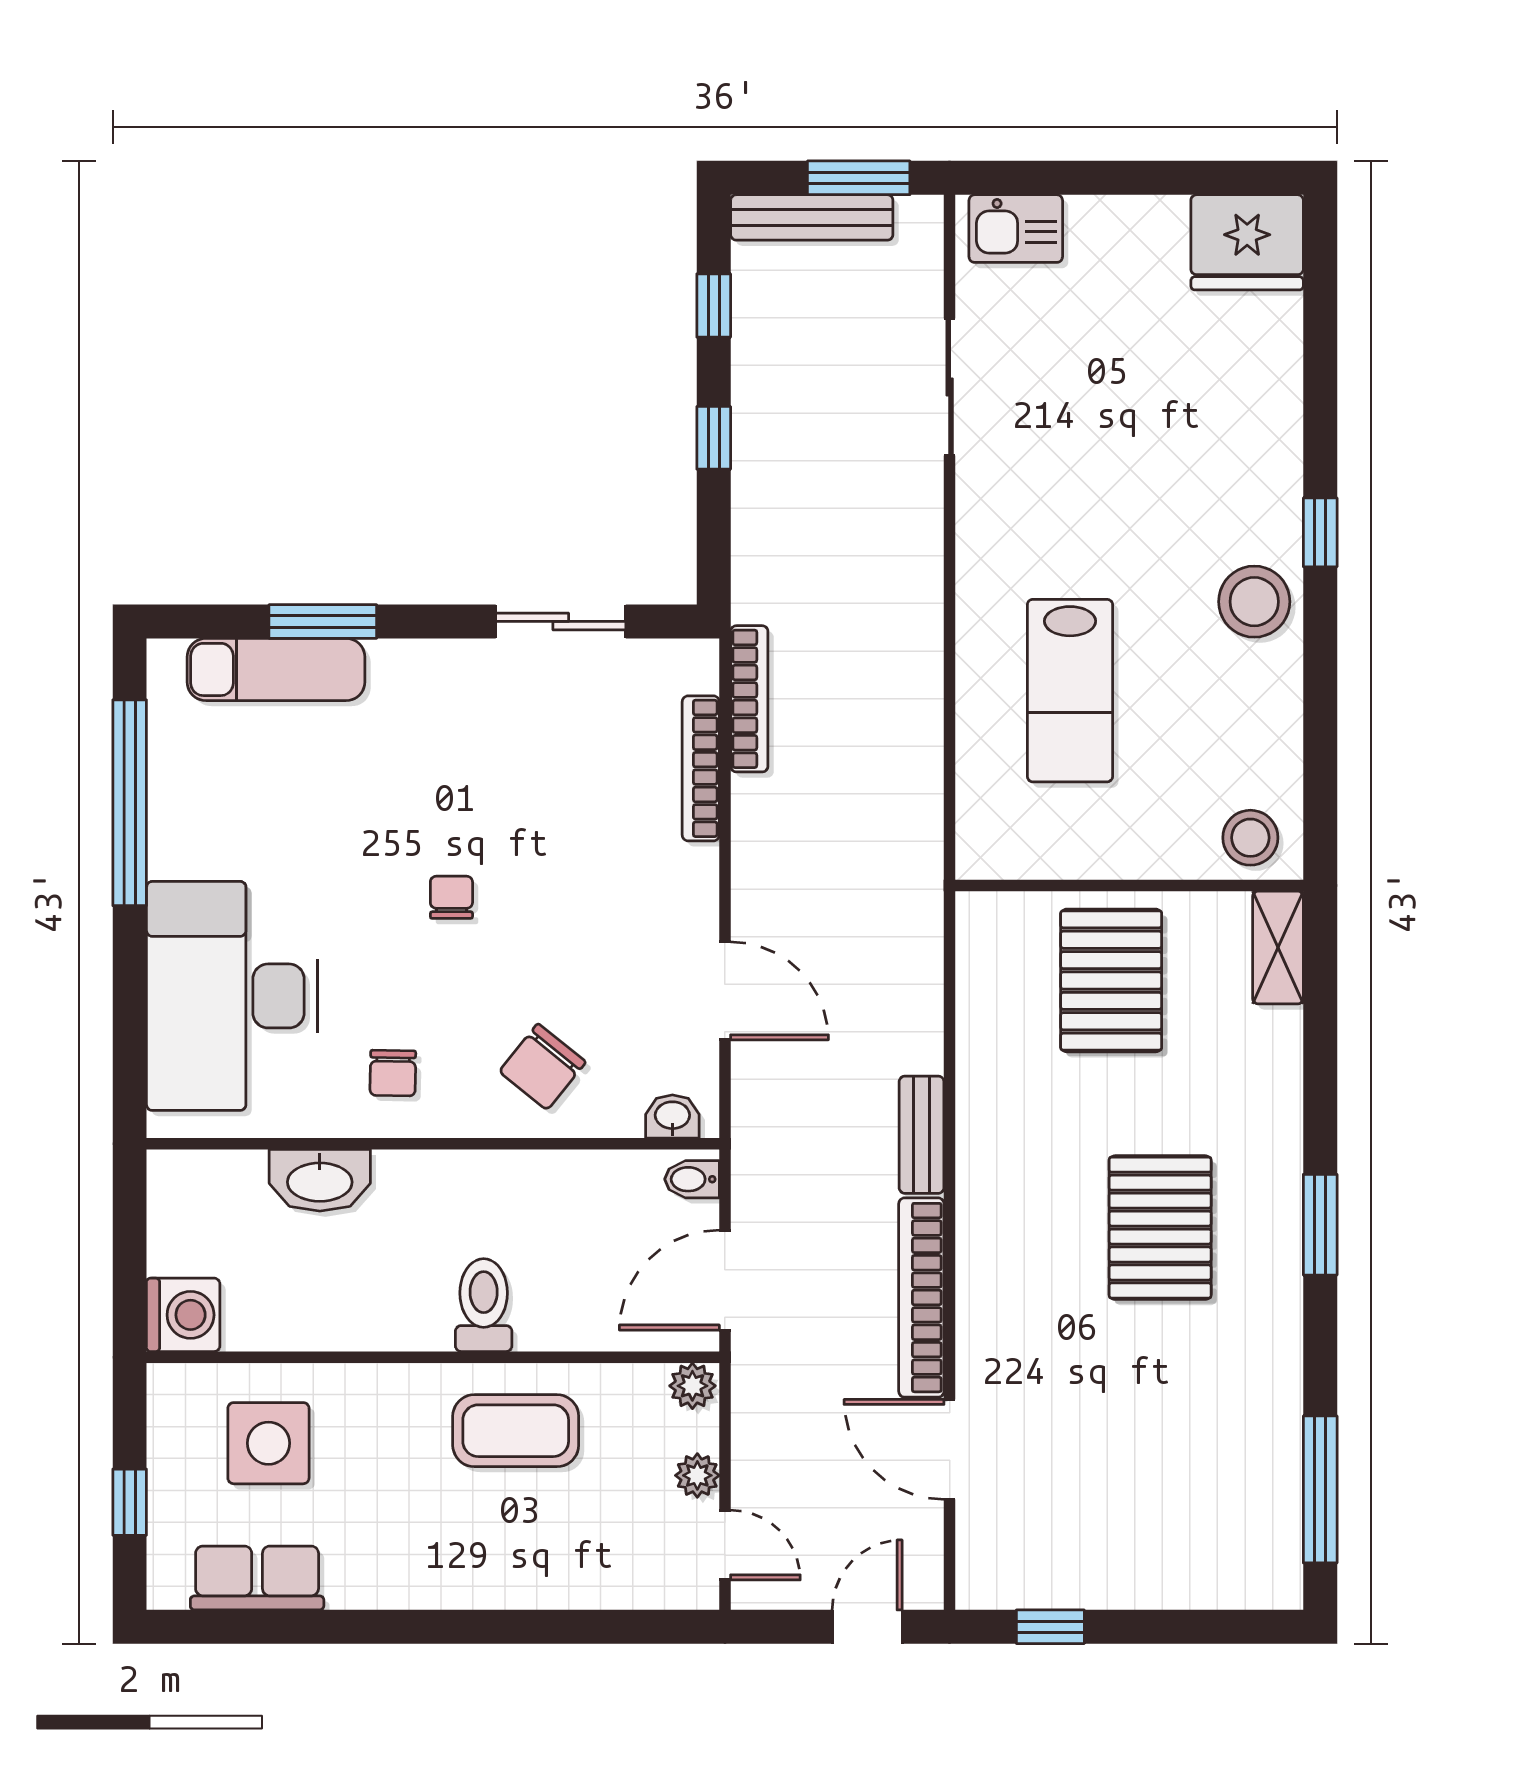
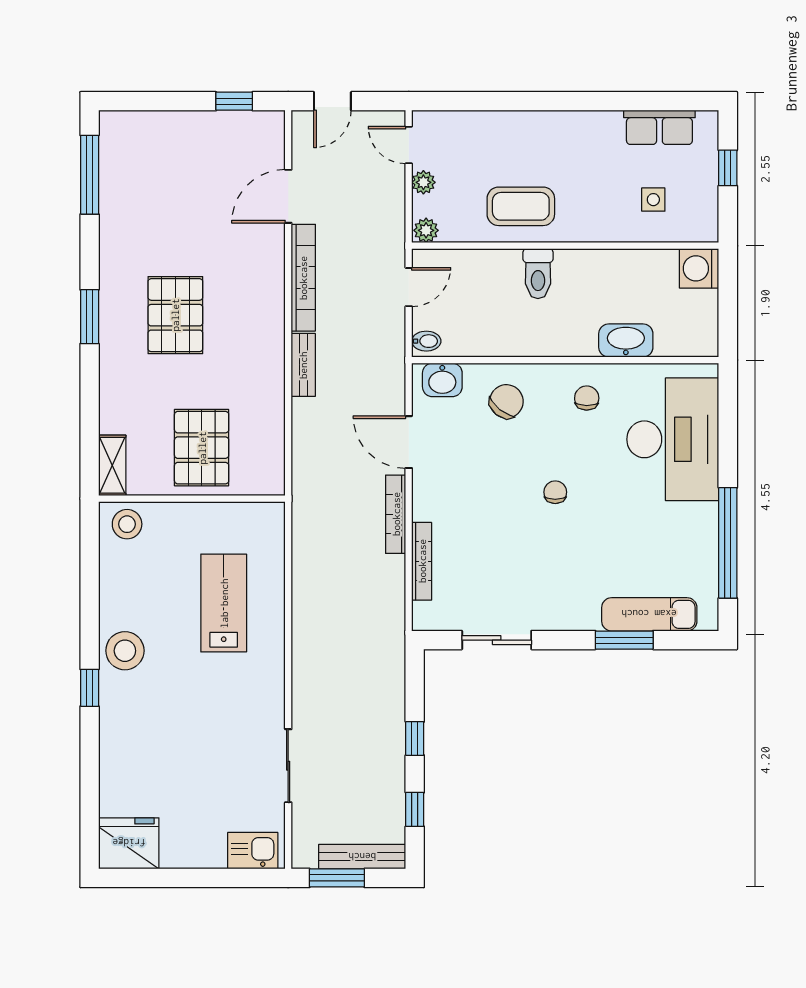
bookcase: (749, 699) -> (396, 514), moved
chair: (451, 897) -> (555, 492), turned 180
washbasin: (672, 1116) -> (442, 380), width x1.38, depth x1.45
door: (725, 1280) -> (409, 287), width x0.73
side table: (268, 1443) -> (653, 200), width x0.54, depth x0.54
door: (950, 1449) -> (288, 196), swing flipped

